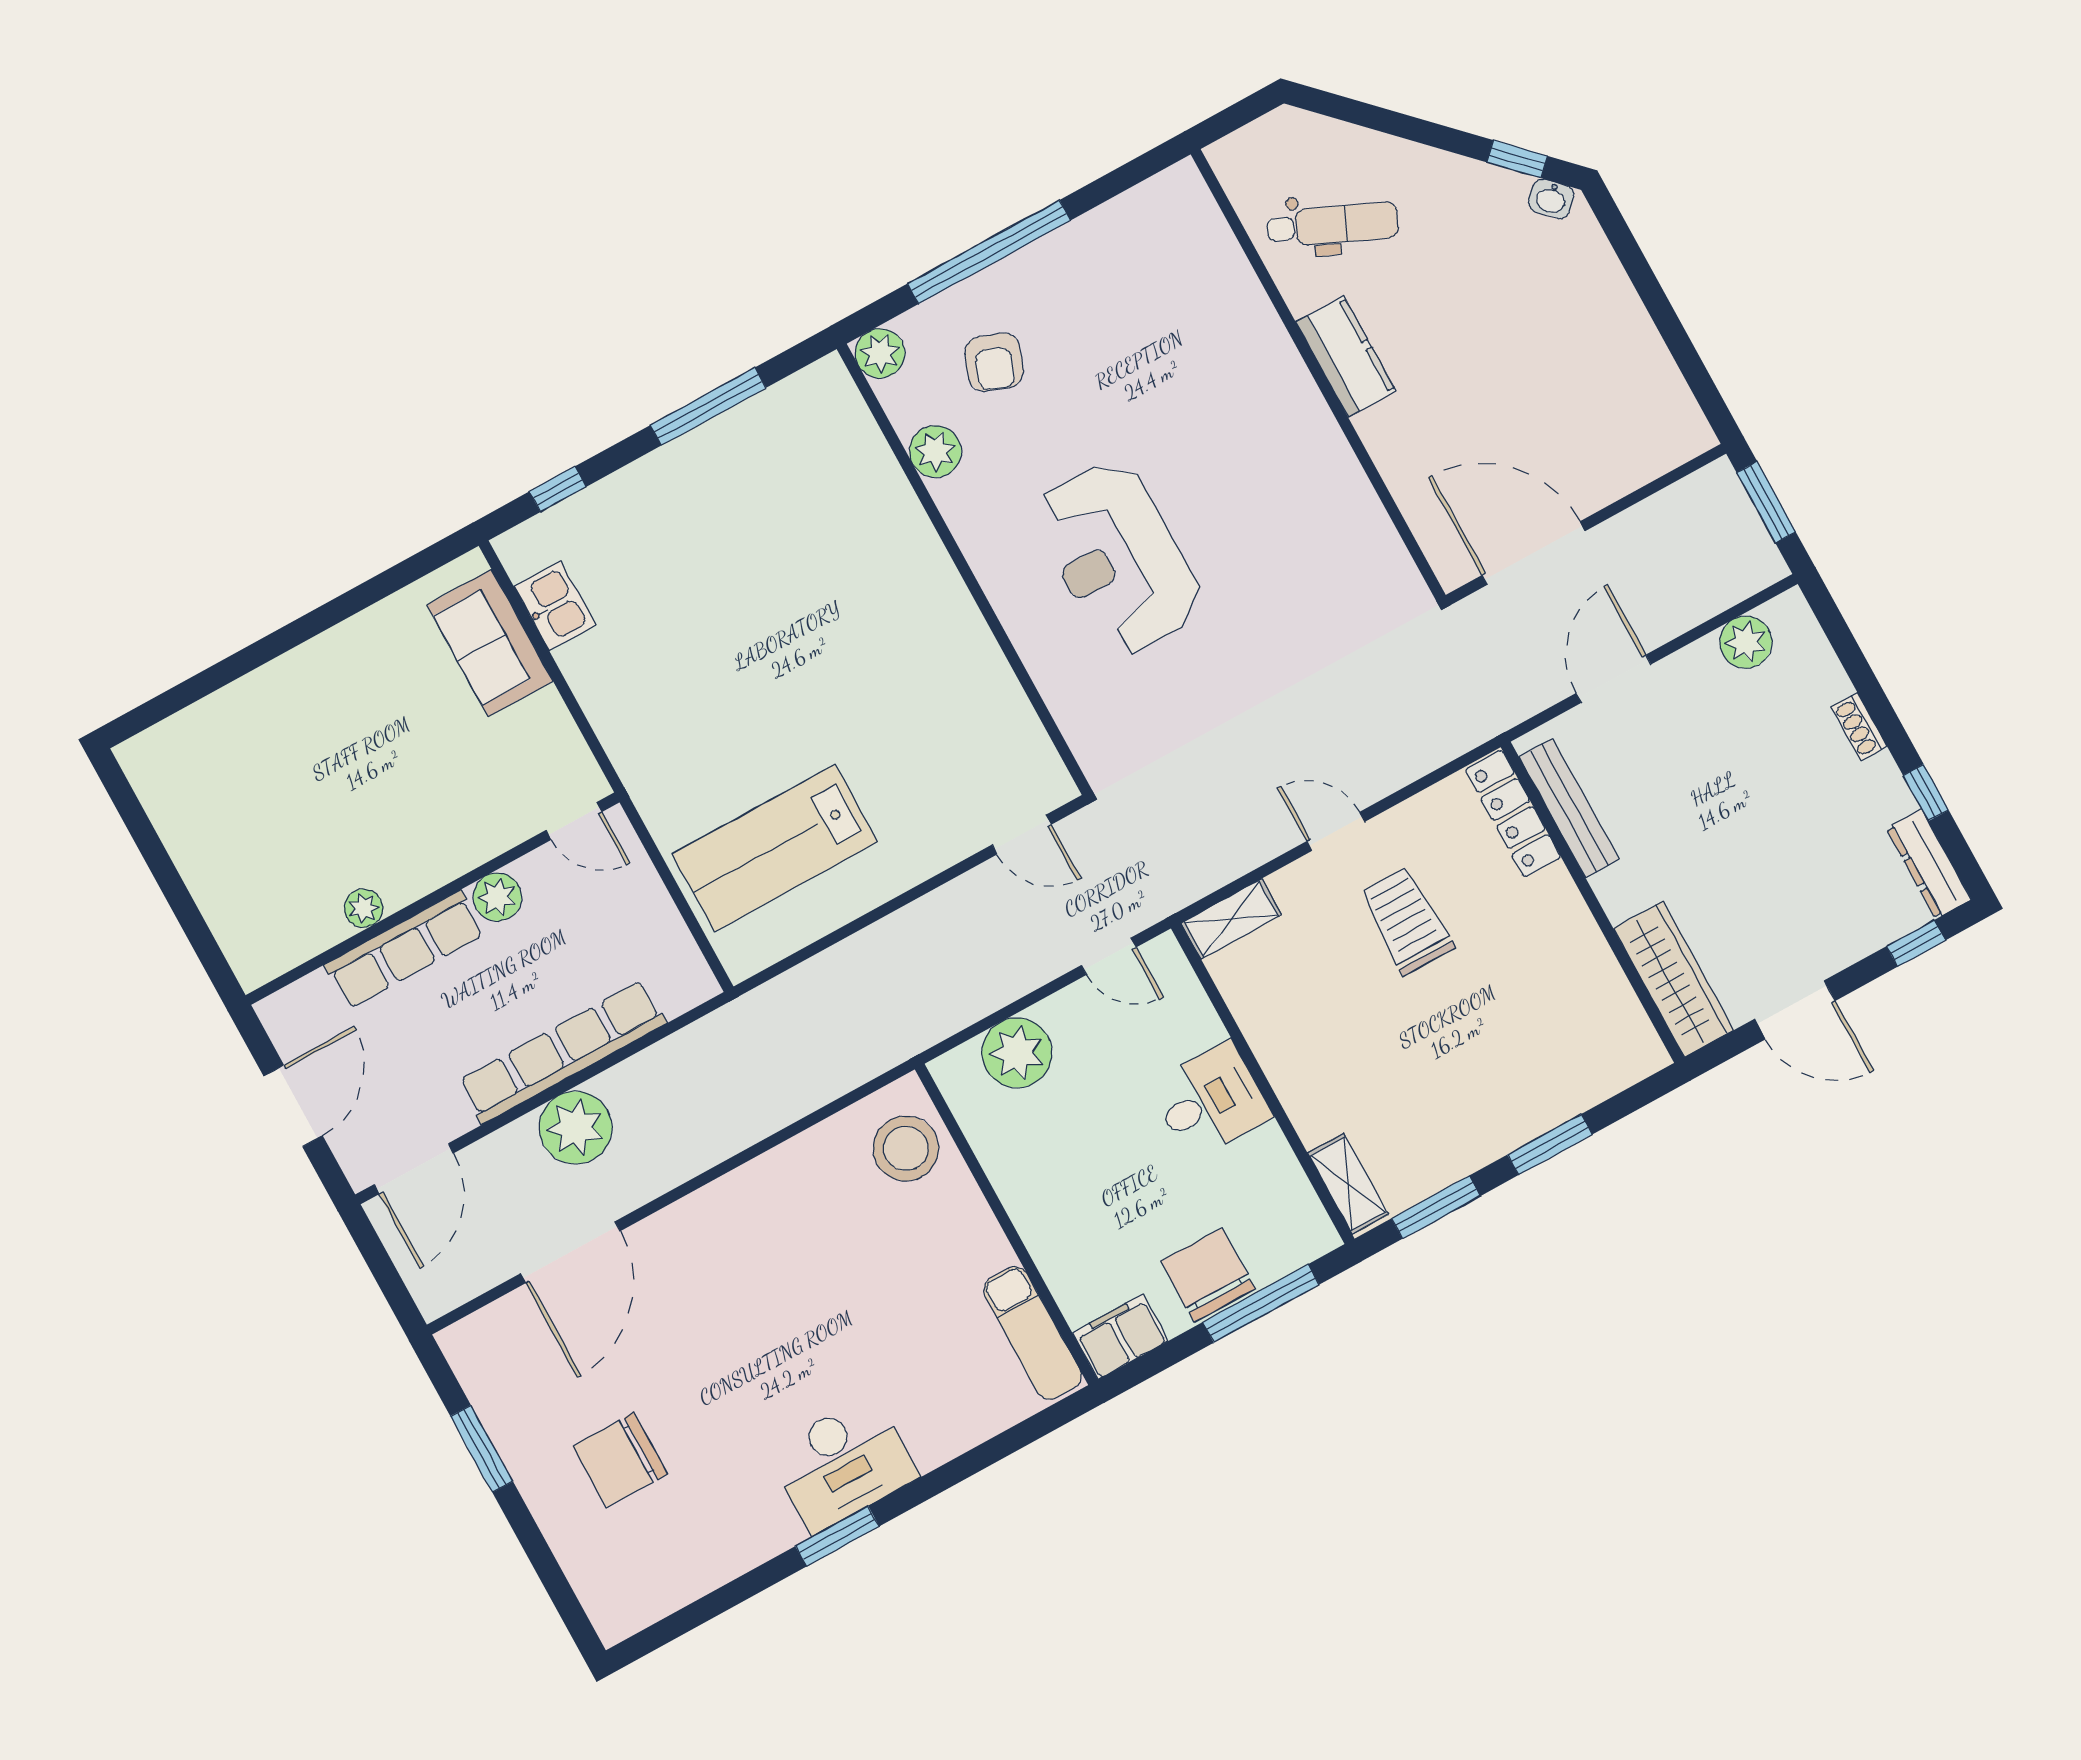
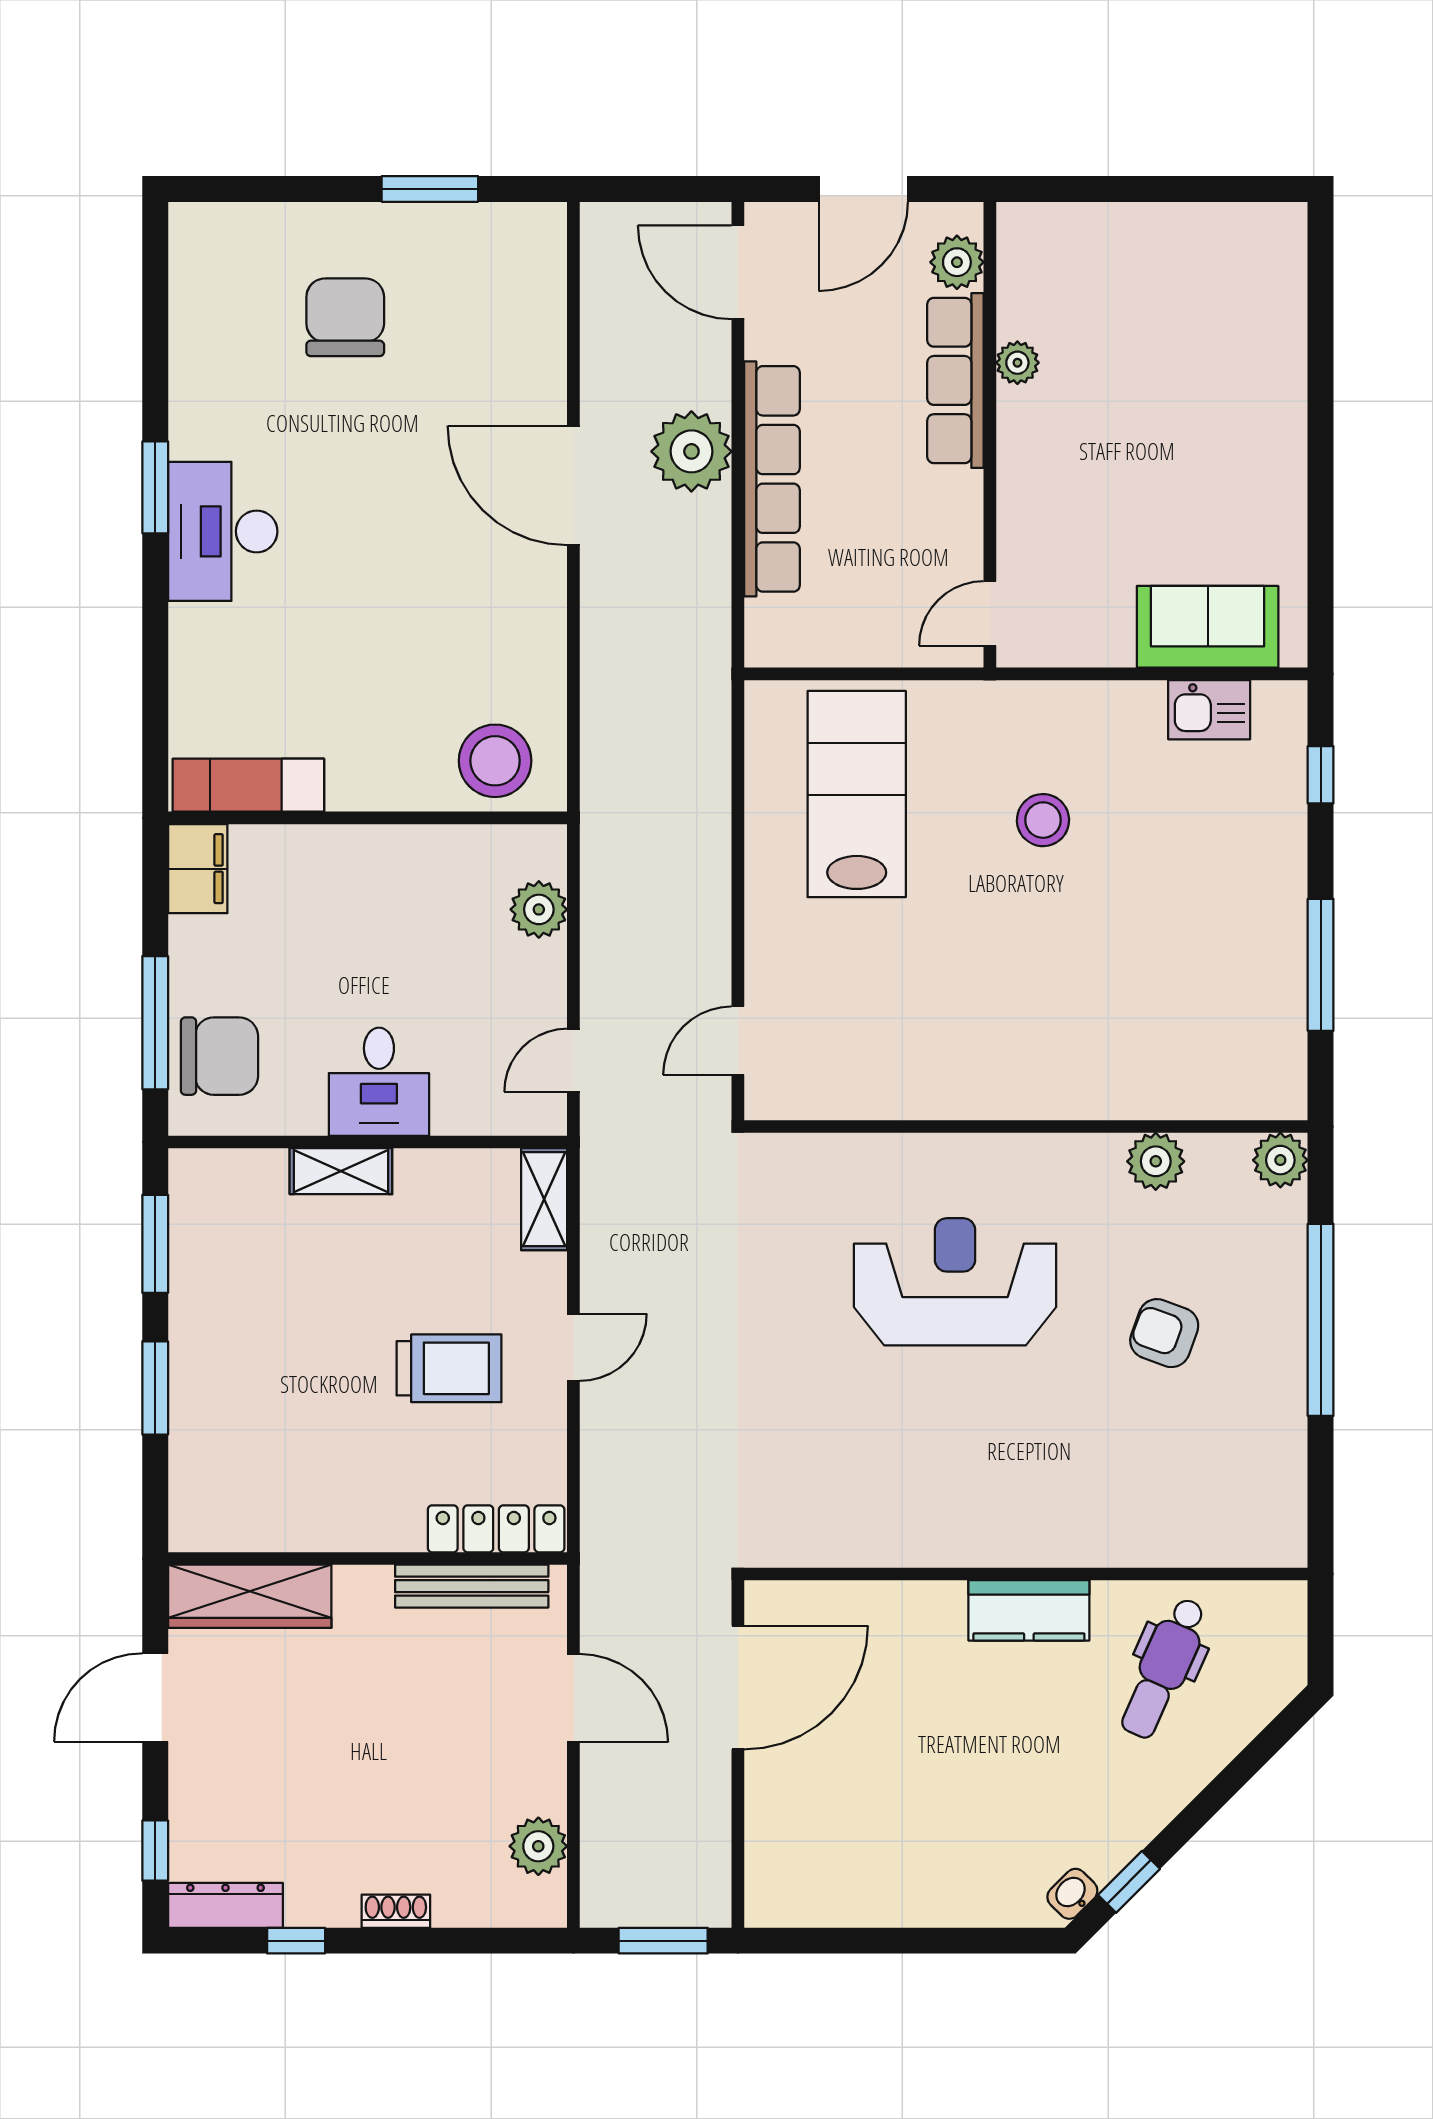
armchair: (994, 362) -> (1164, 1333), moved
stool: (714, 689) -> (1043, 820), added
plant: (497, 897) -> (957, 262), moved
plant: (1017, 1053) -> (539, 909), width x0.73, depth x0.73
door: (293, 1106) -> (863, 189), hinge flipped
shelving: (1348, 1184) -> (341, 1171), moved
door: (570, 1252) -> (573, 485), moved
chair: (1208, 1275) -> (219, 1056), moved

